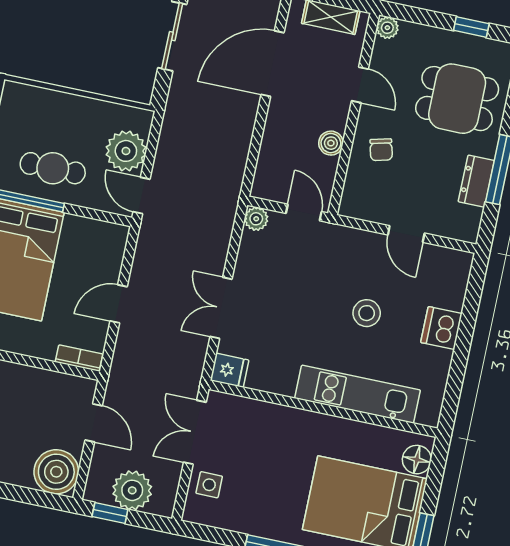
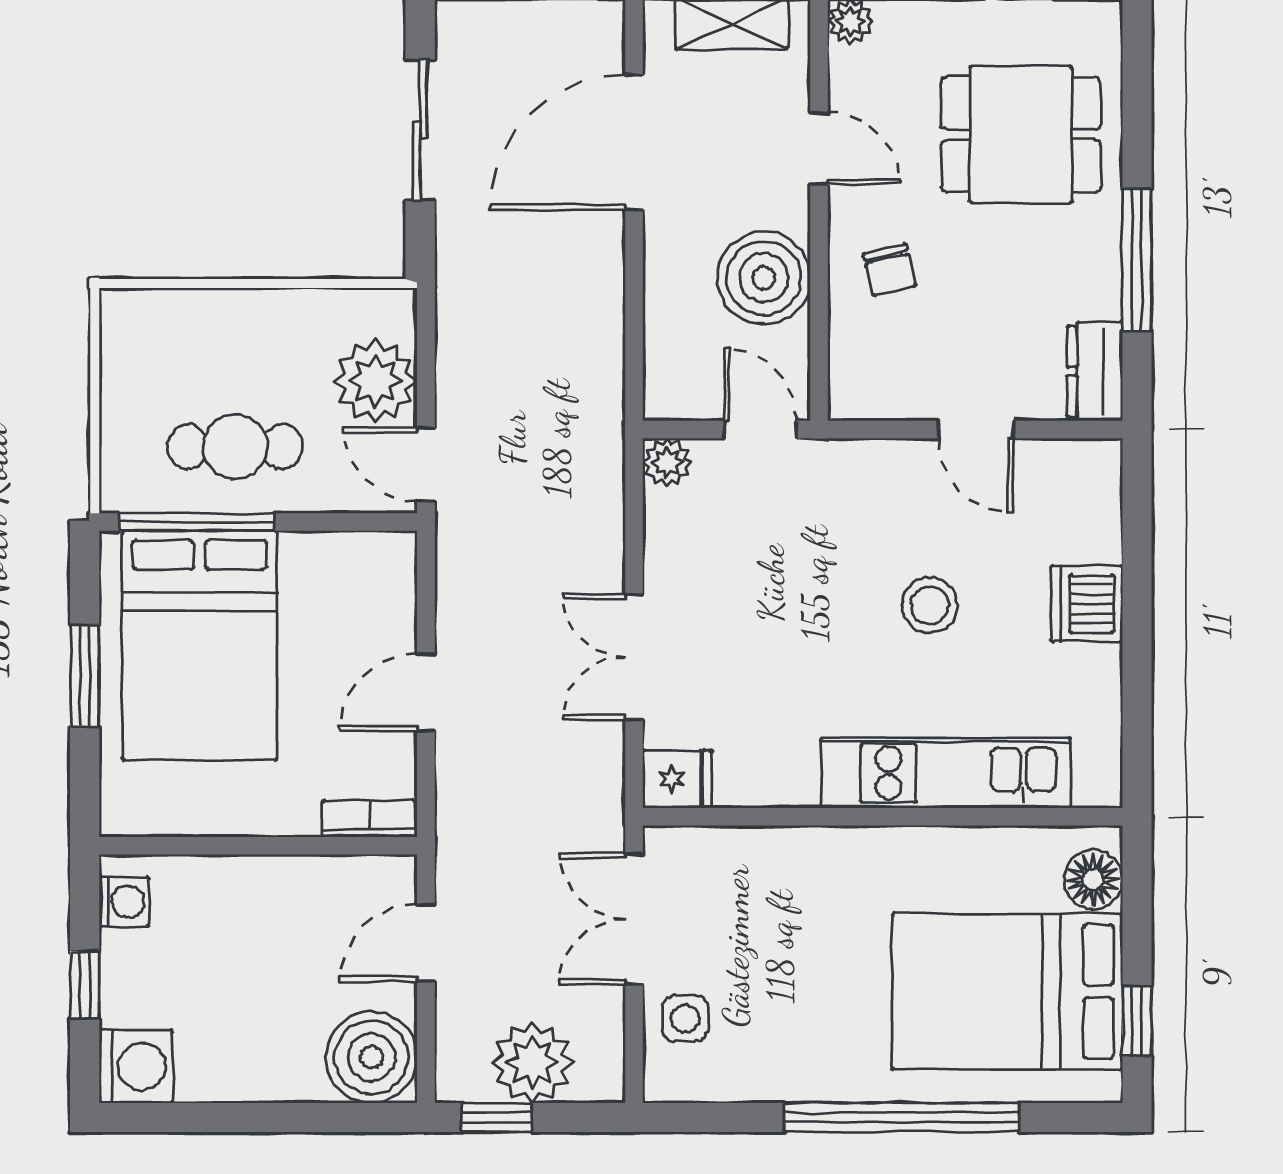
boiler: (331, 143) -> (764, 278), width x1.86, depth x1.86
dresser: (476, 181) -> (1095, 371), moved
door: (94, 423) -> (426, 943), swing flipped

